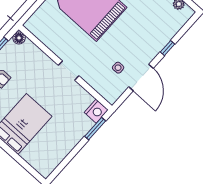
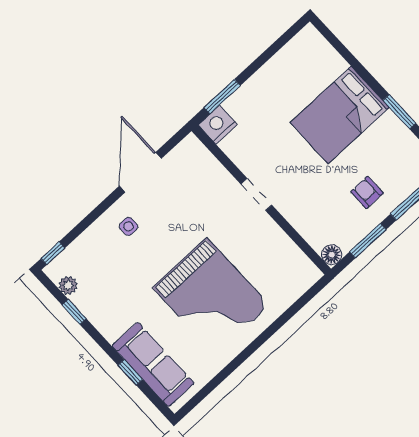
window: (167, 48) -> (53, 253), moved
side table: (118, 68) -> (128, 226), moved

